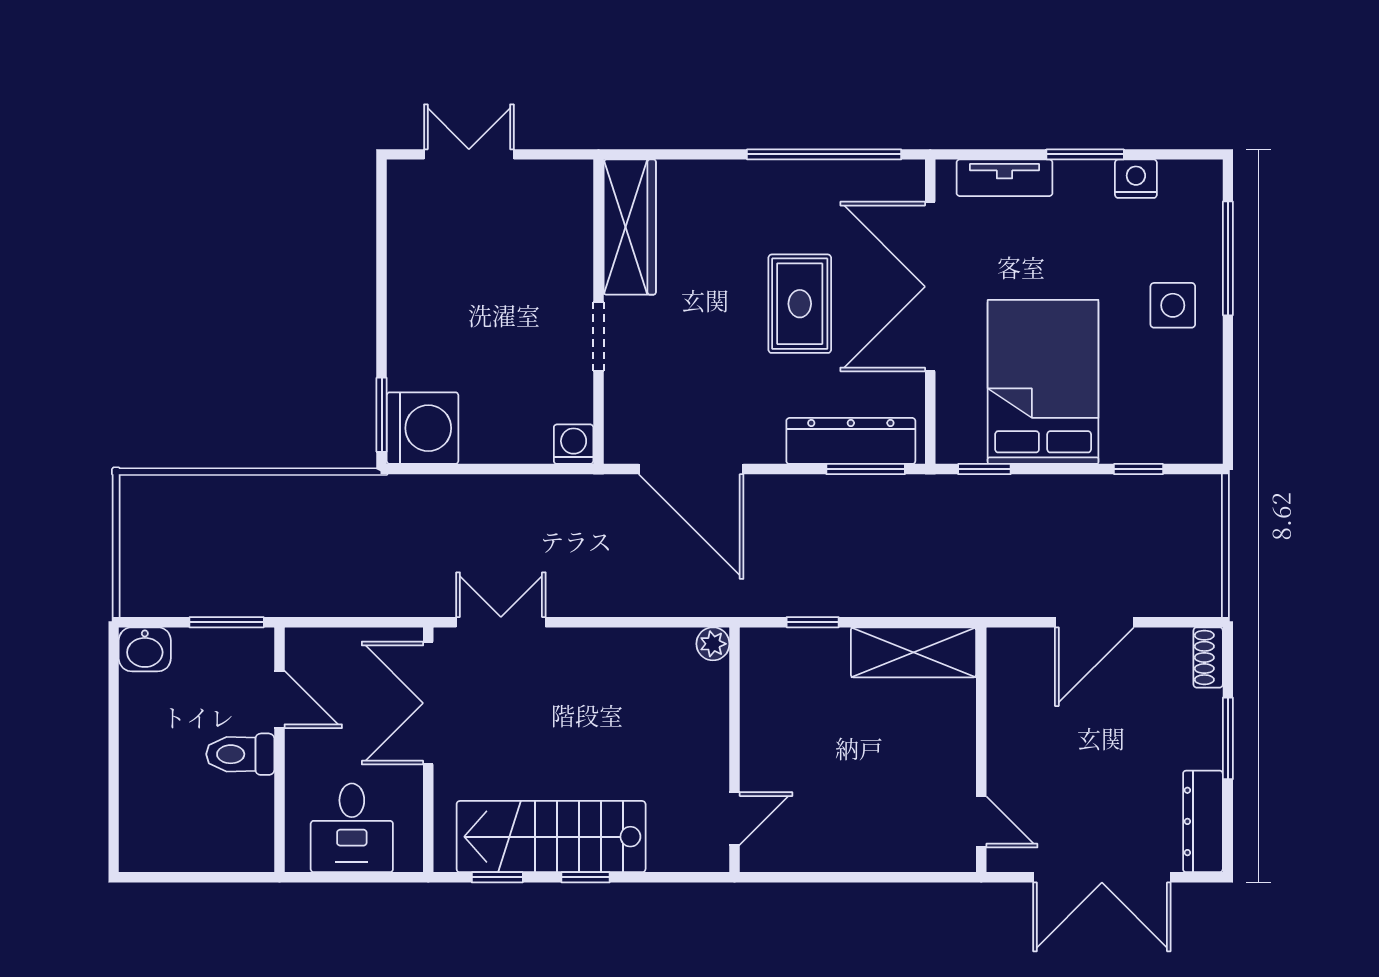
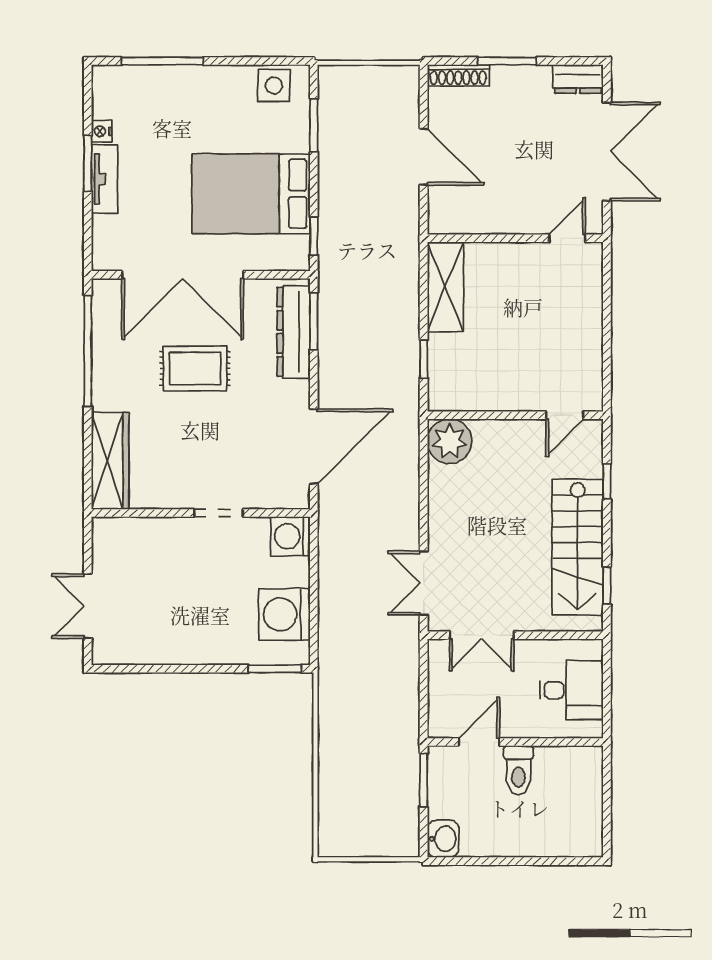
tv unit: (1005, 178) -> (105, 179), moved
nightstand: (1136, 179) -> (102, 131), width x0.72, depth x0.74
wardrobe: (630, 227) -> (110, 461), moved, turned 90
side table: (1173, 305) -> (274, 85), moved
washing machine: (423, 428) -> (284, 614), moved, turned -90
washing machine: (574, 444) -> (290, 536), width x1.38, depth x1.38
window: (1139, 469) -> (314, 125), width x1.50
plant: (713, 644) -> (450, 441), width x1.88, depth x1.88
shoe rack: (1208, 657) -> (458, 75), width x1.43
double door: (428, 703) -> (482, 635), width x0.73
door: (735, 819) -> (565, 415), swing flipped
dresser: (1203, 821) -> (578, 79), width x0.70
window: (586, 877) -> (607, 481), moved

